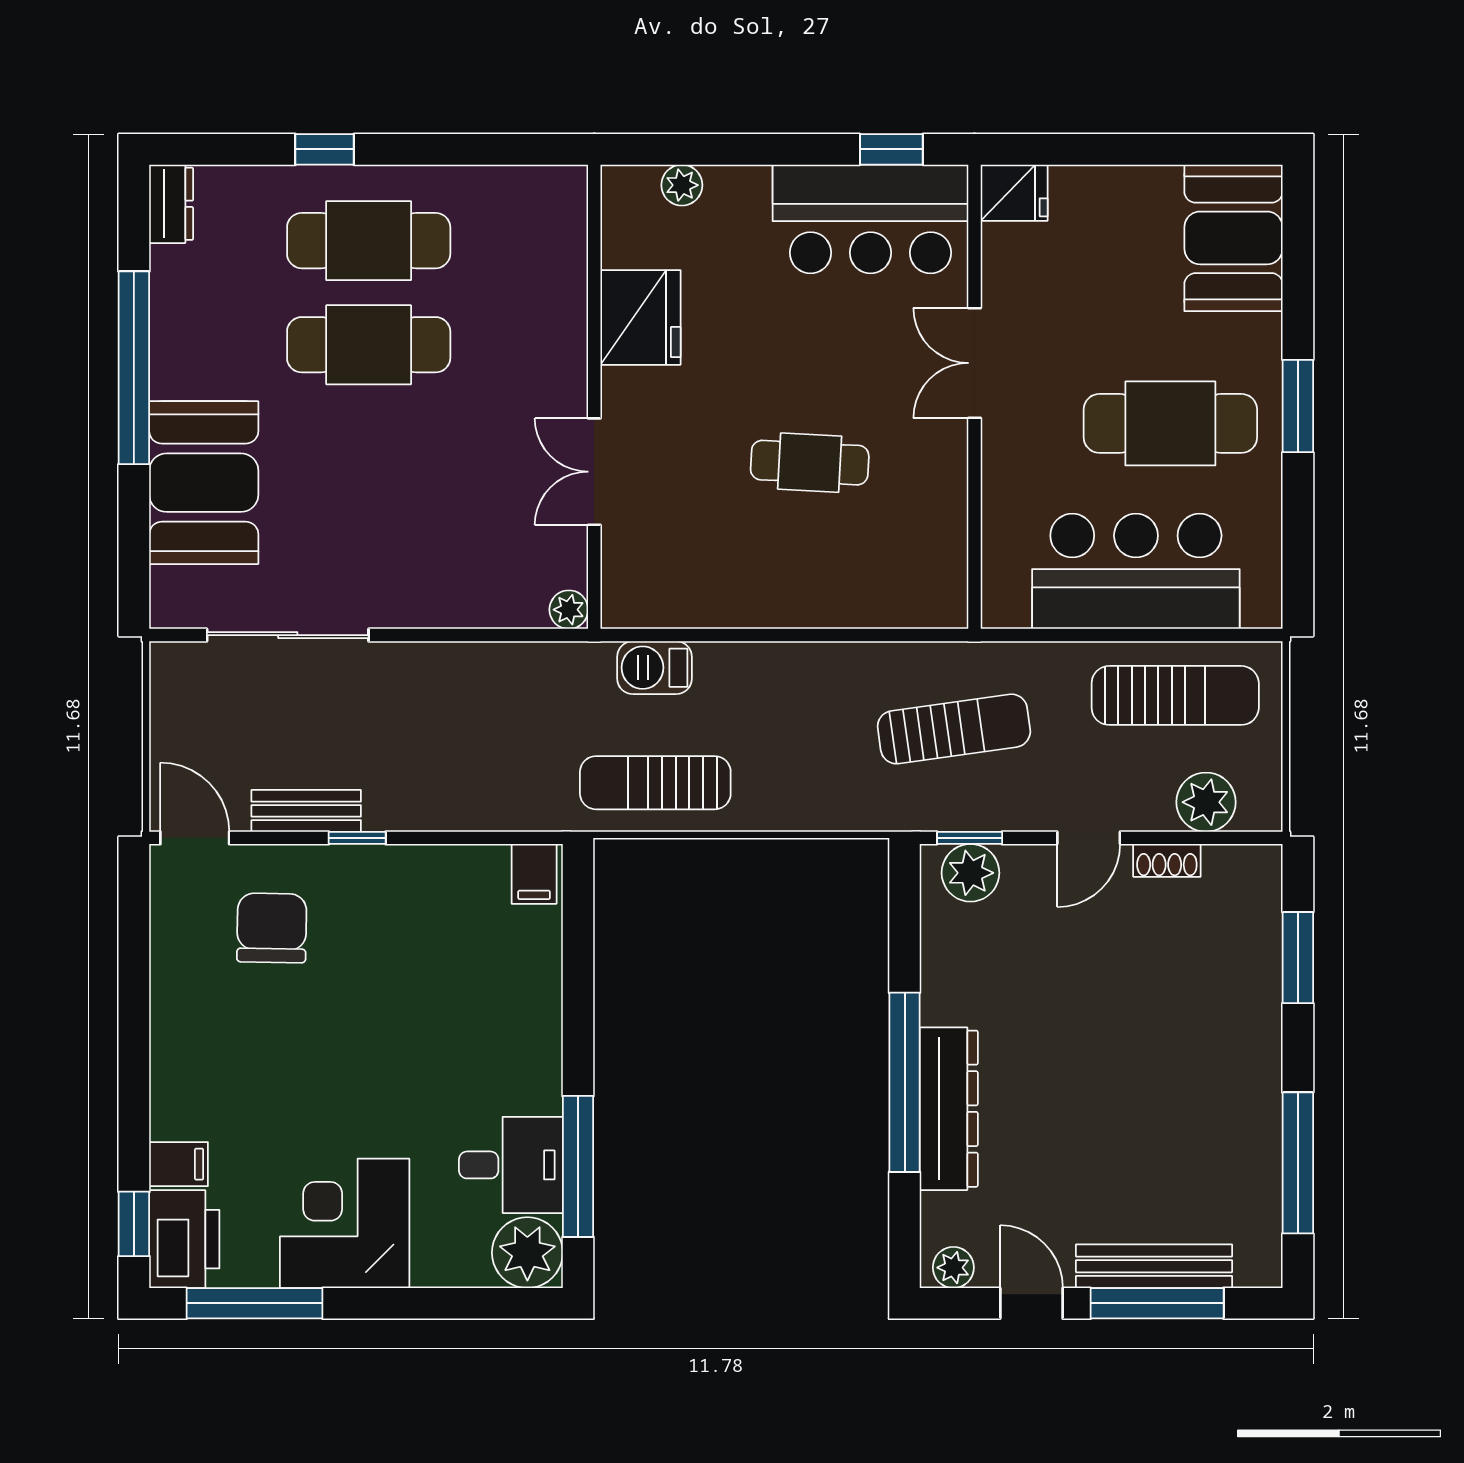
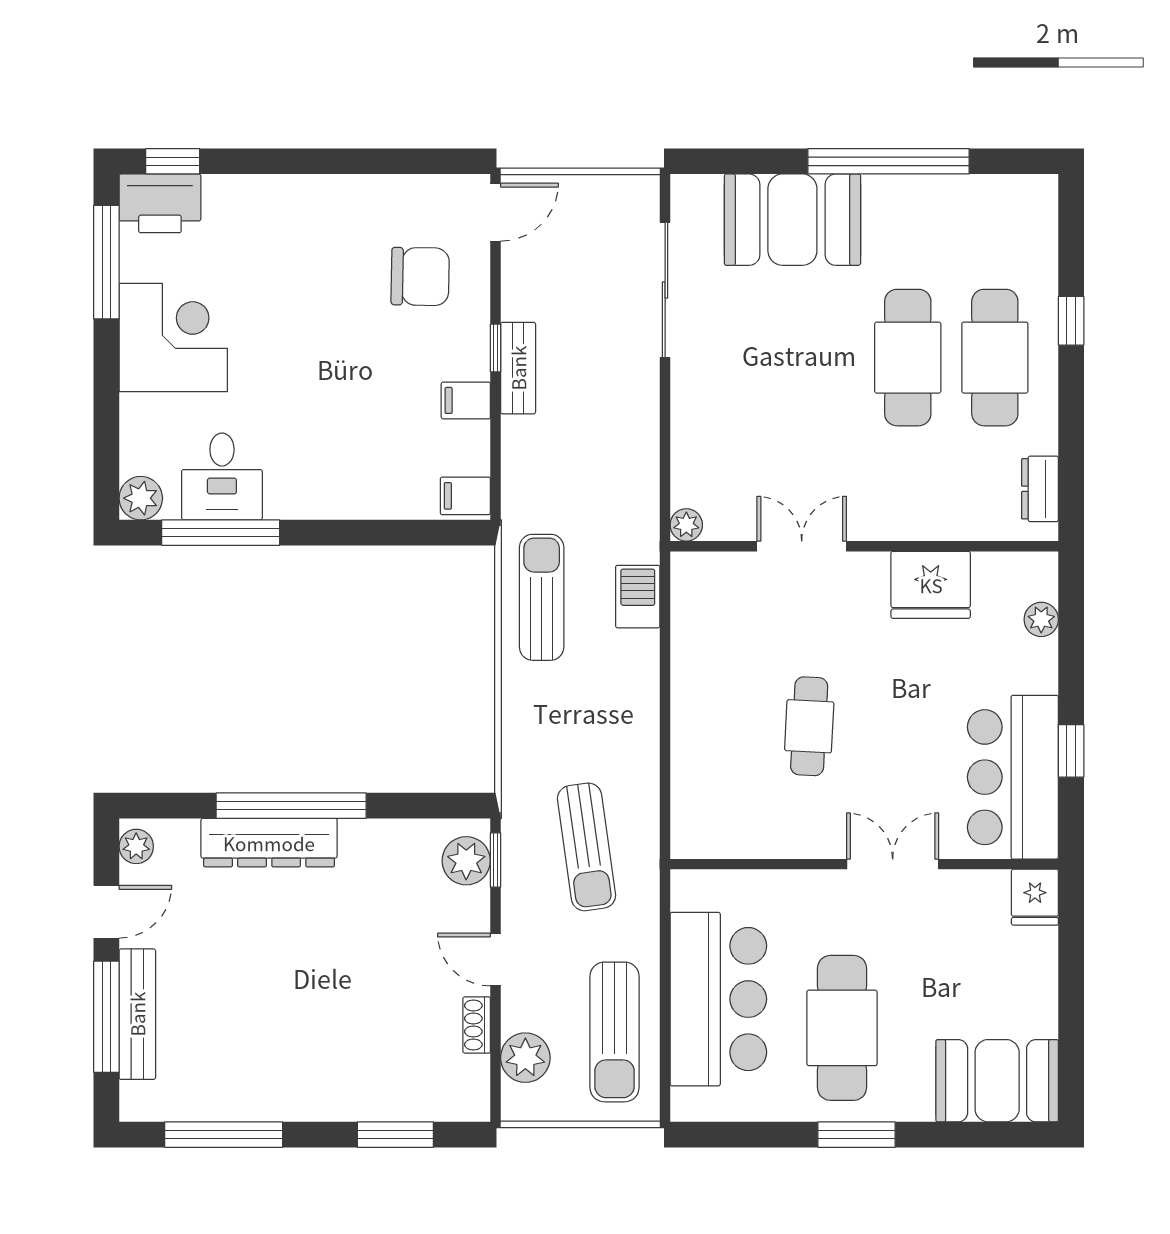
window: (891, 149) -> (1071, 751), moved
dresser: (171, 204) -> (1040, 489), moved, turned 90
bench: (306, 811) -> (518, 368), moved
filing cabinet: (179, 1164) -> (466, 400), moved, turned 90
plant: (527, 1253) -> (141, 498), width x0.73, depth x0.73

